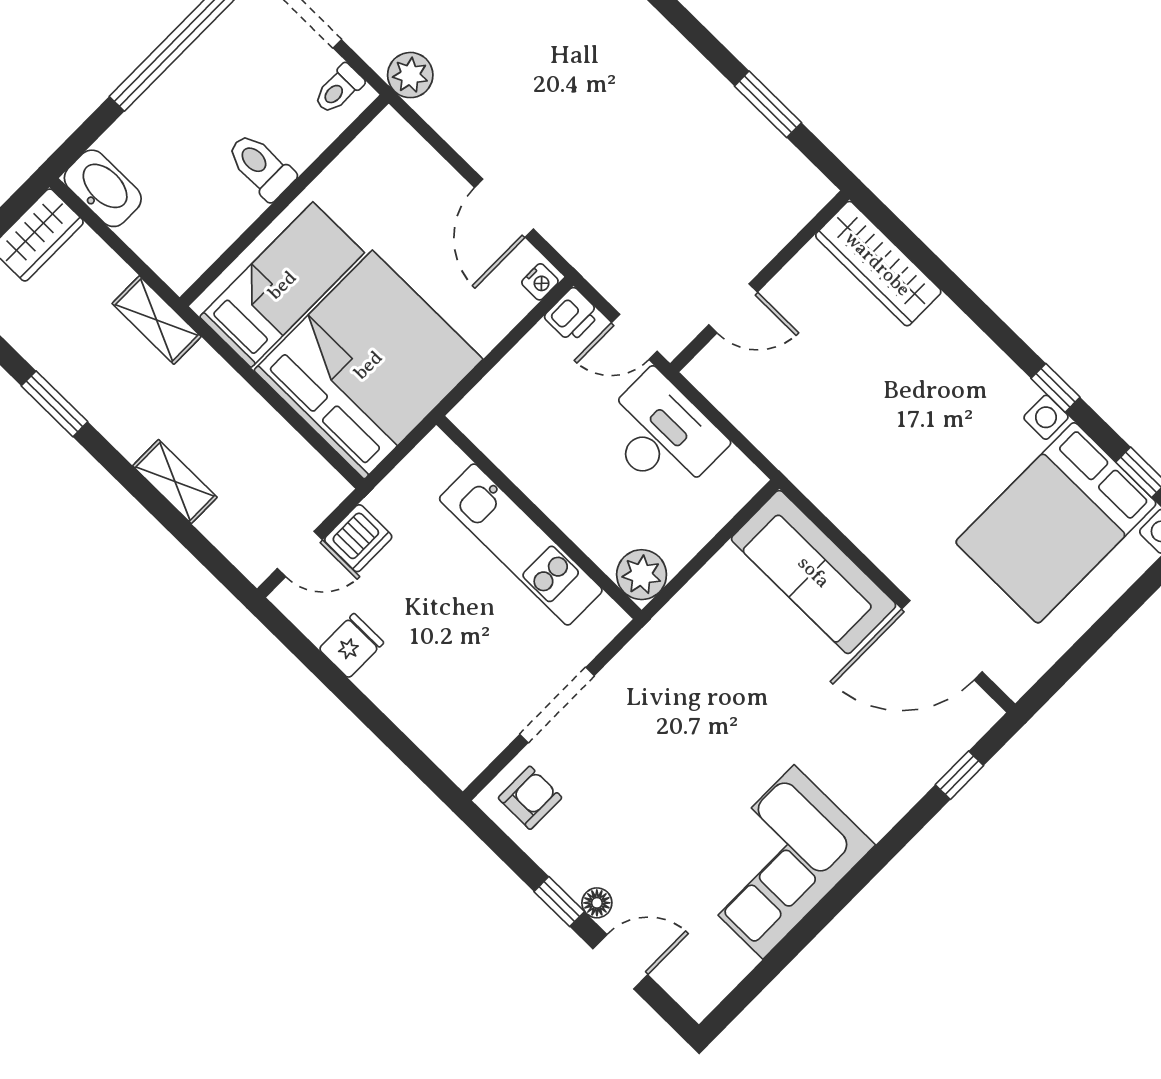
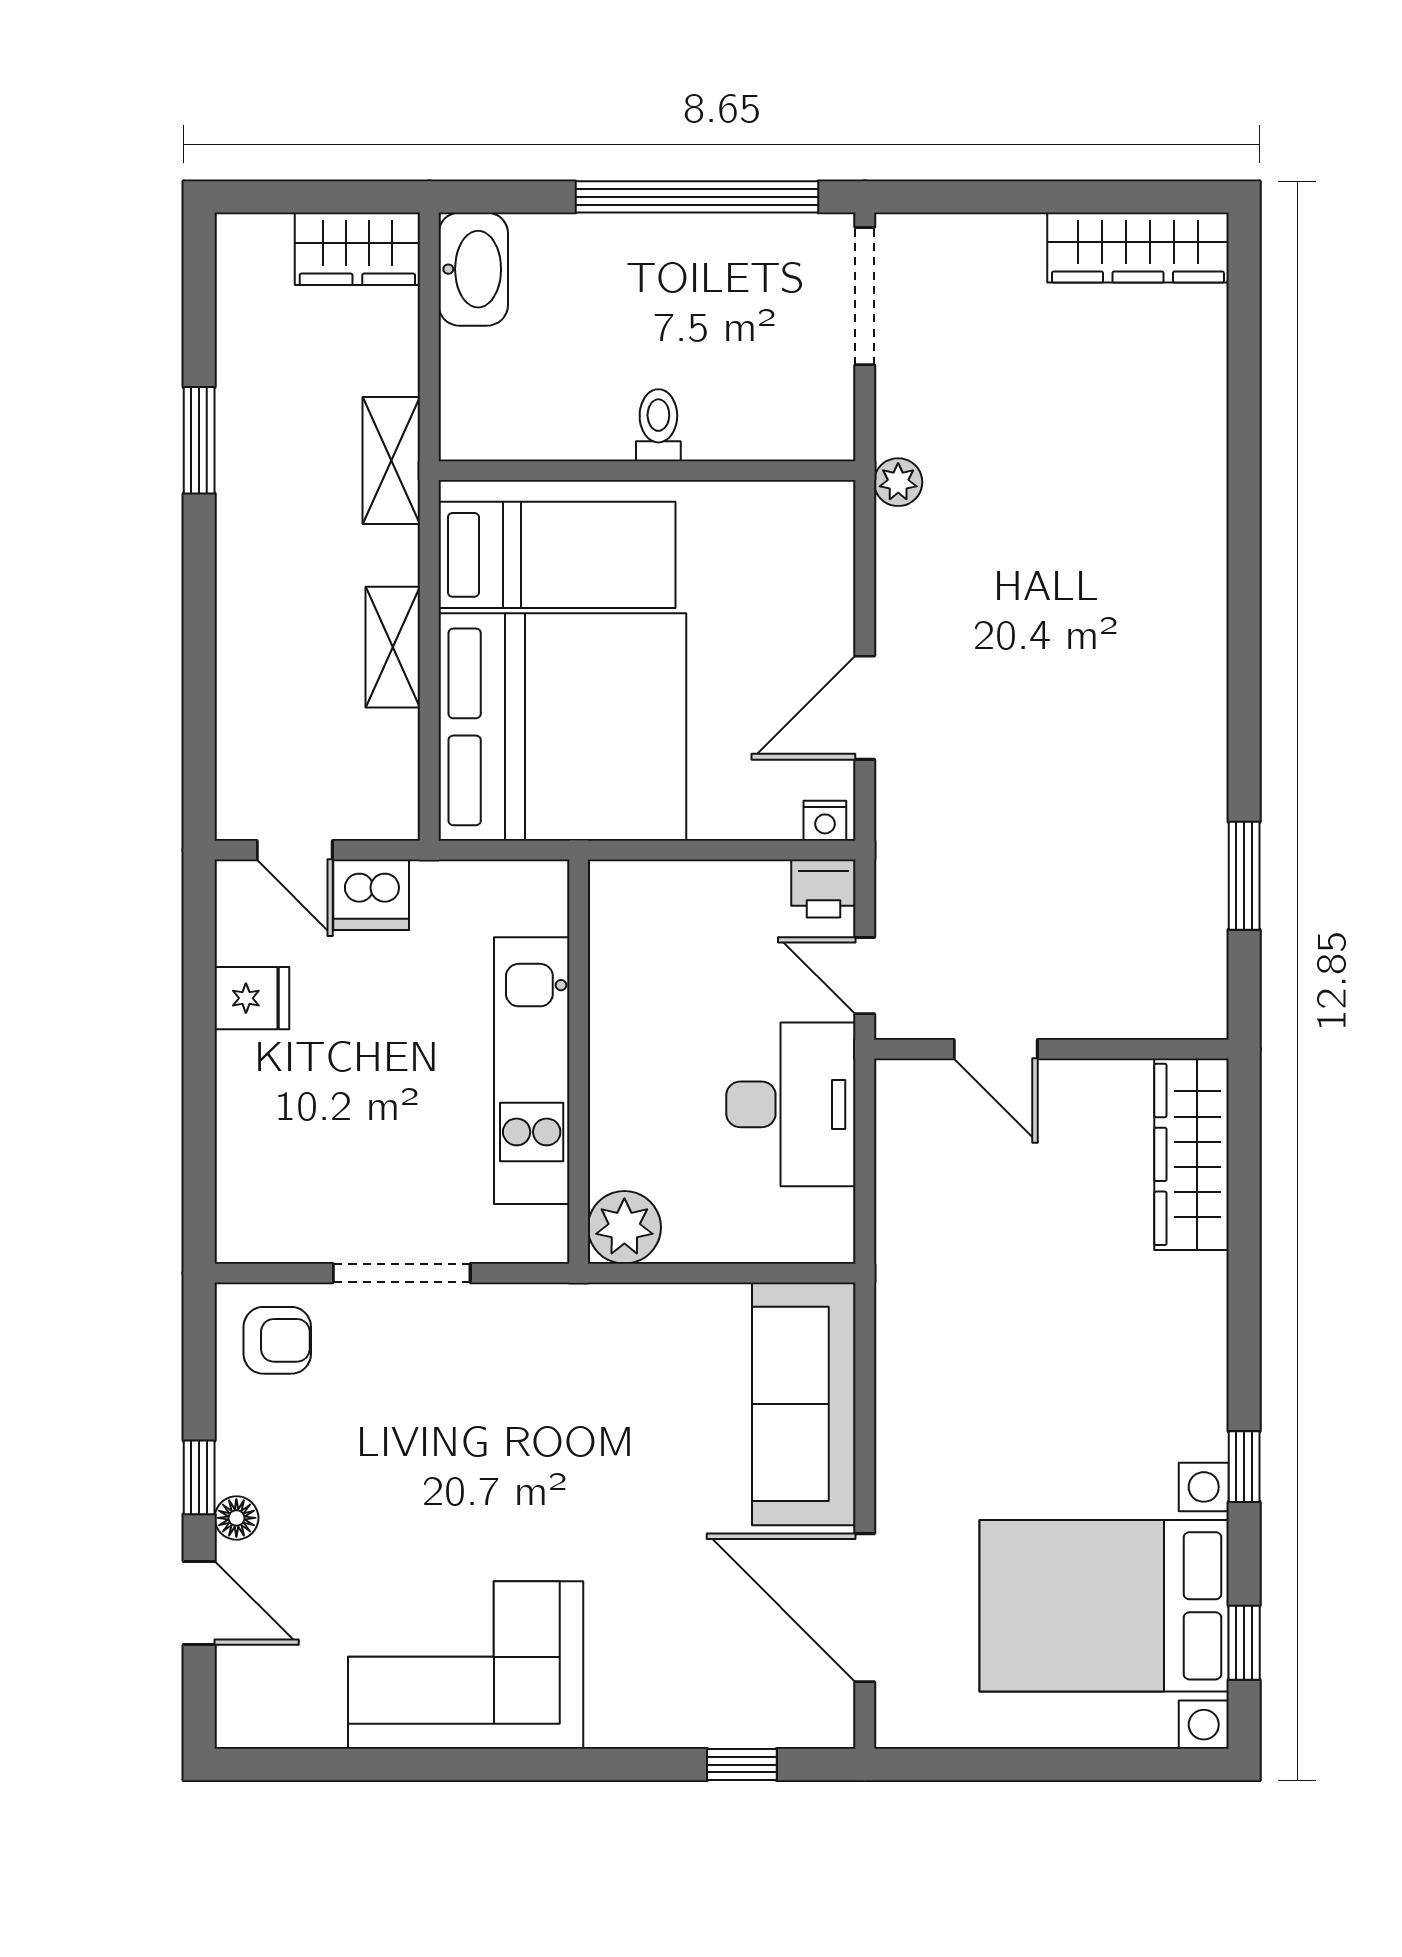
plant: (410, 75) -> (898, 482), width x0.73, depth x0.73
toilet: (339, 89) -> (819, 413), removed
toilet: (261, 166) -> (658, 425), width x0.73, depth x0.72
shelving: (175, 482) -> (393, 647), moved

